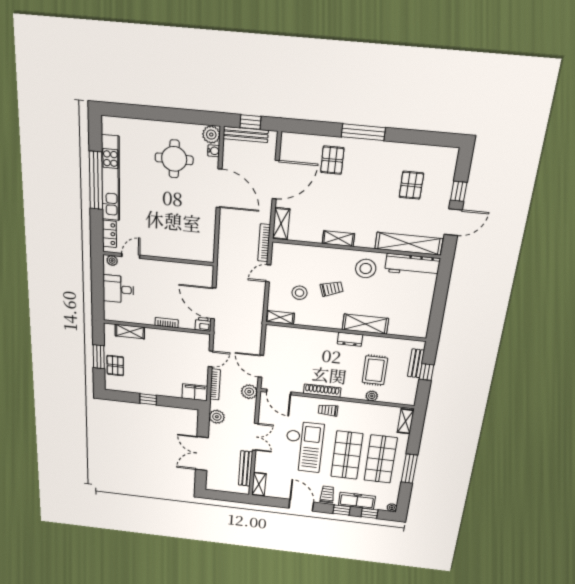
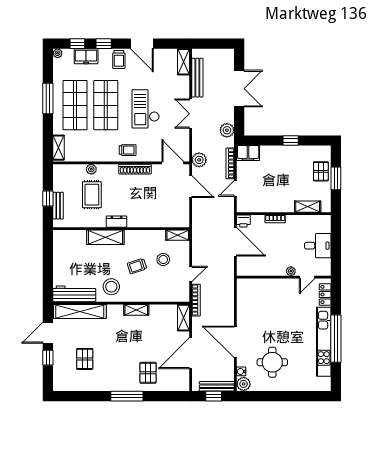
plant: (112, 261) -> (291, 271), moved
checkout: (304, 447) -> (146, 109), width x0.73, depth x0.83
freezer: (357, 501) -> (86, 56), width x0.71

